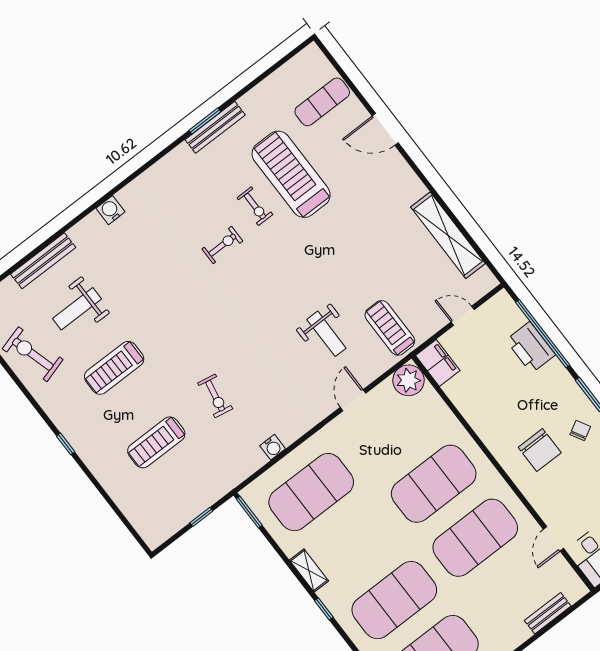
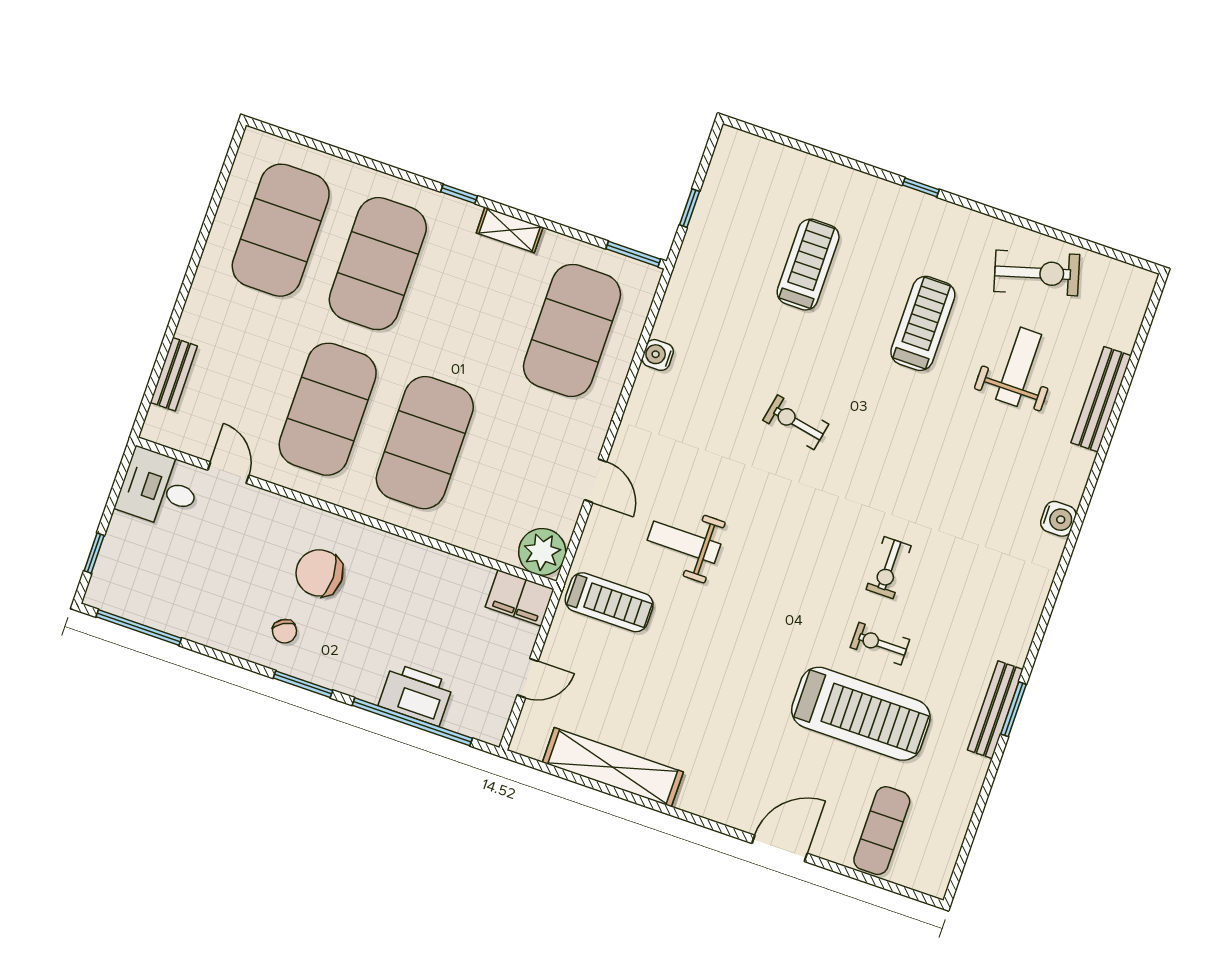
exercise bike: (215, 396) -> (796, 422), moved

